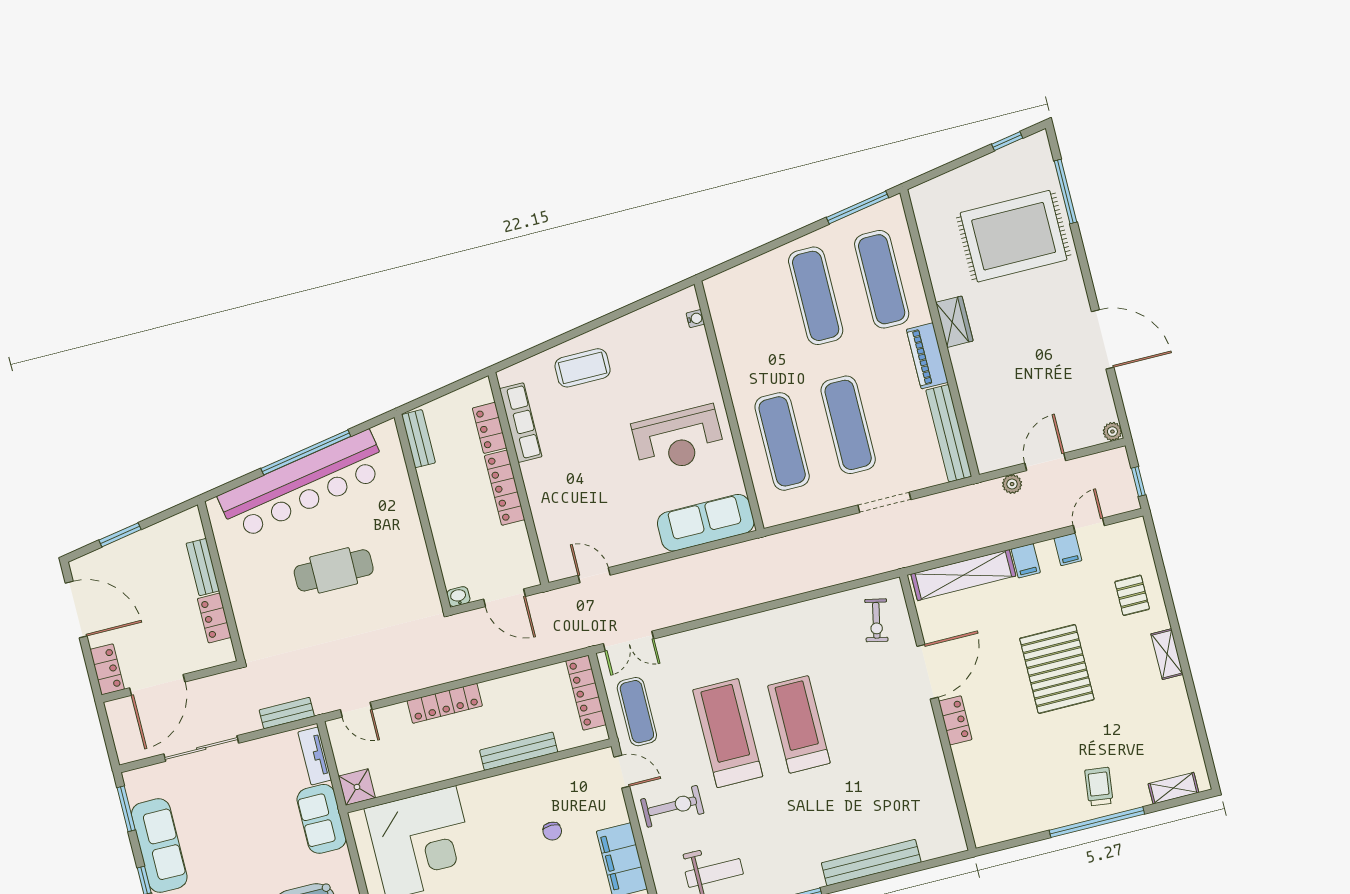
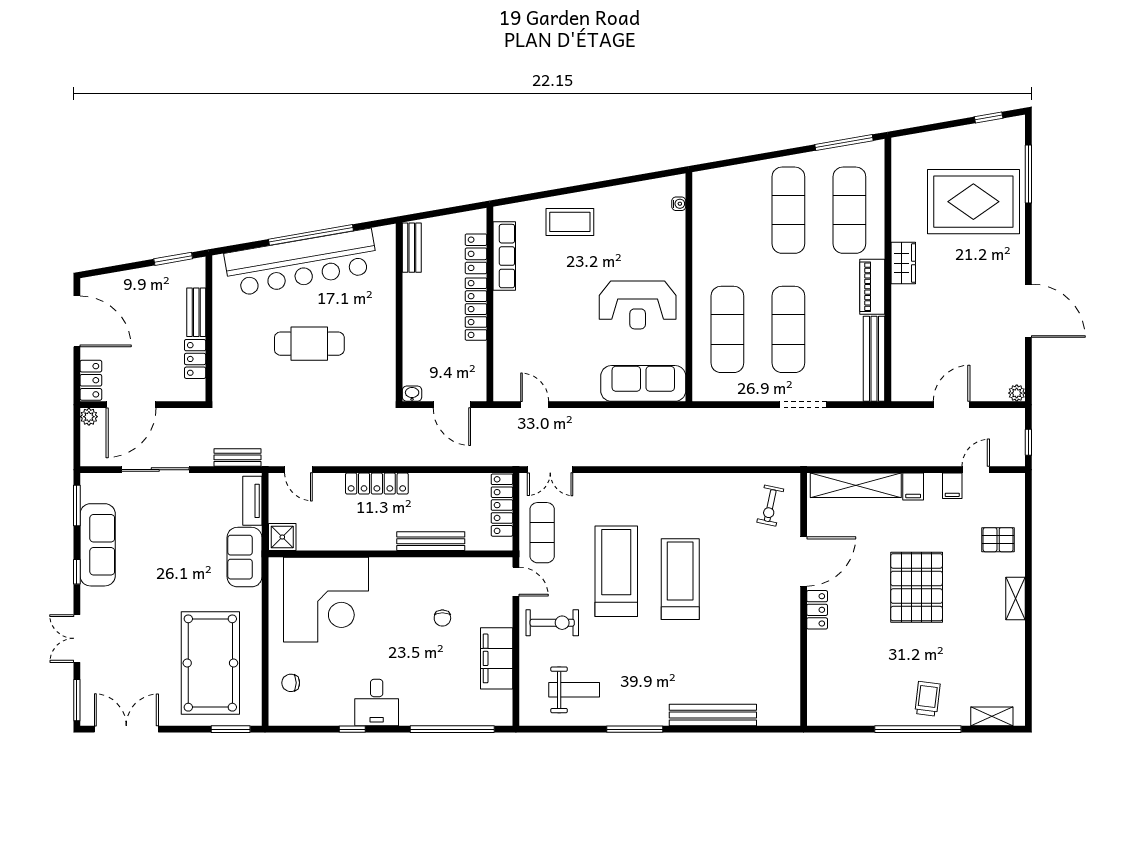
plant: (1012, 484) -> (89, 417), moved
window: (120, 535) -> (173, 259), moved
pallet: (1132, 595) -> (998, 540), turned 90

